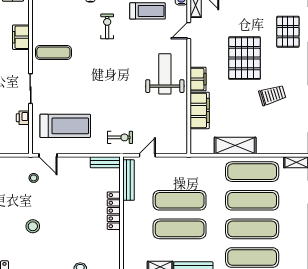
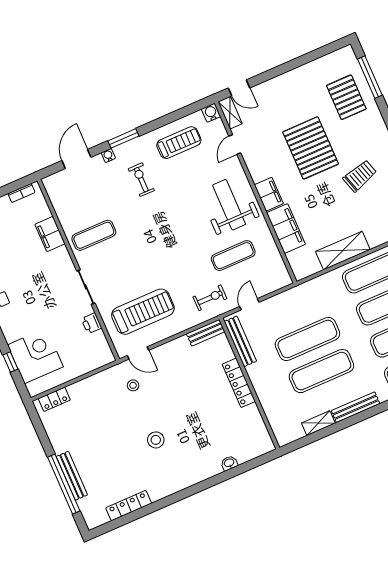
exercise mat: (151, 113) -> (233, 256), added

